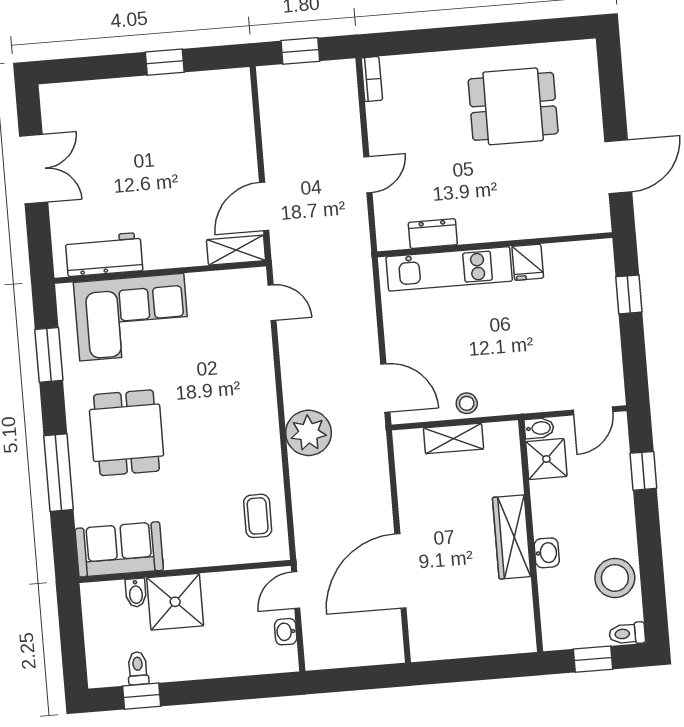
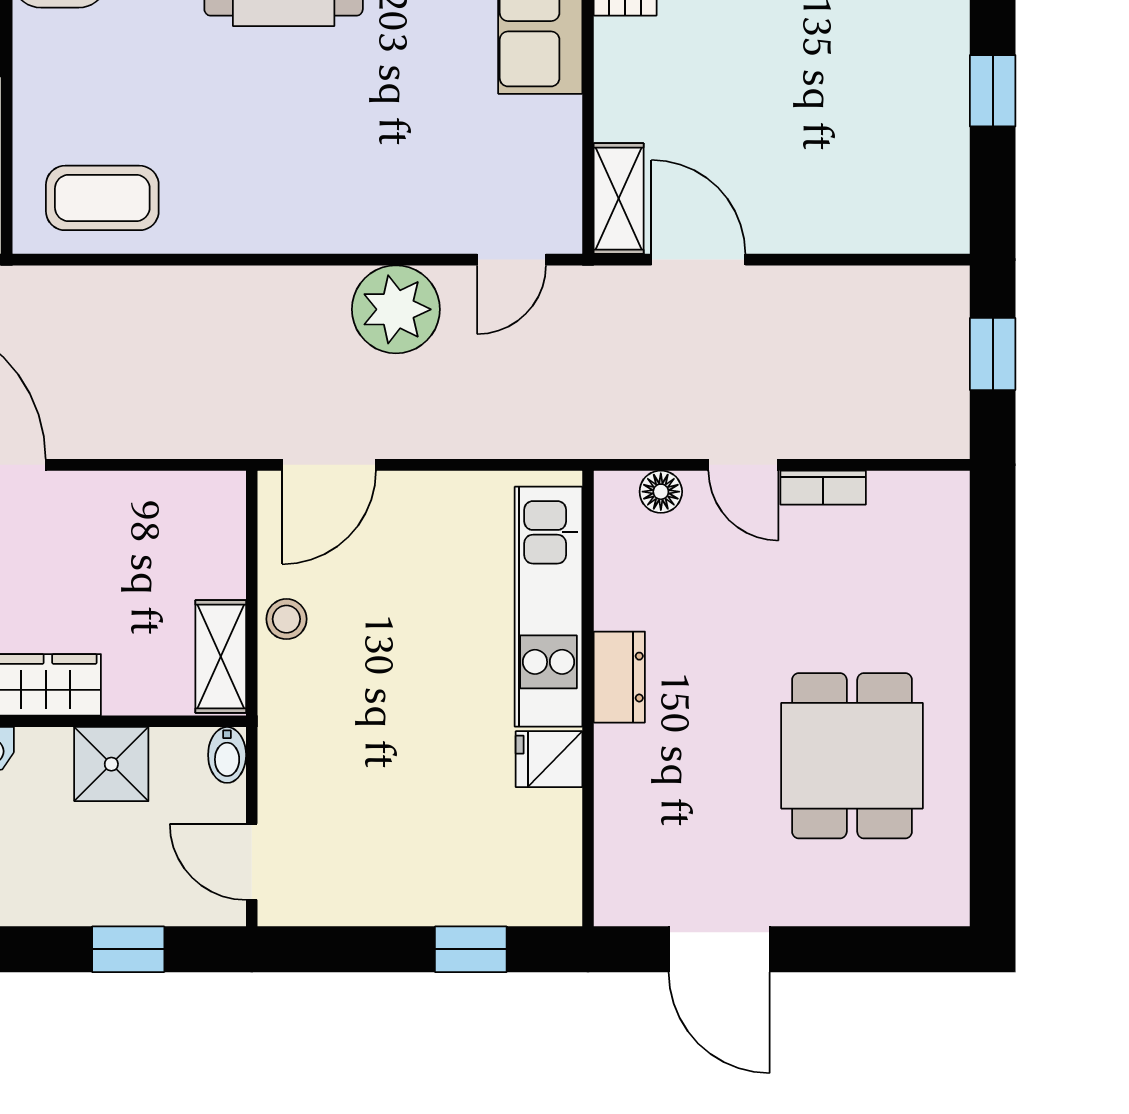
bookcase: (372, 79) -> (823, 488), moved
floor lamp: (385, 216) -> (661, 492), added
dresser: (433, 234) -> (619, 677), moved
plant: (309, 433) -> (396, 309), moved
shelving: (453, 438) -> (221, 657), moved
shower: (546, 459) -> (111, 764), moved
coffee table: (258, 516) -> (102, 198), width x1.36, depth x1.30

